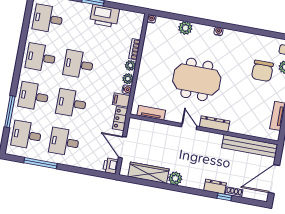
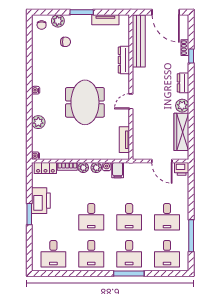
chair: (262, 71) -> (65, 42), width x0.54, depth x0.54
window: (10, 112) -> (129, 274), moved
locker: (120, 119) -> (45, 168), moved
dresser: (215, 124) -> (124, 60), moved
door: (122, 147) -> (162, 161), hinge flipped
dresser: (215, 187) -> (183, 83), moved

